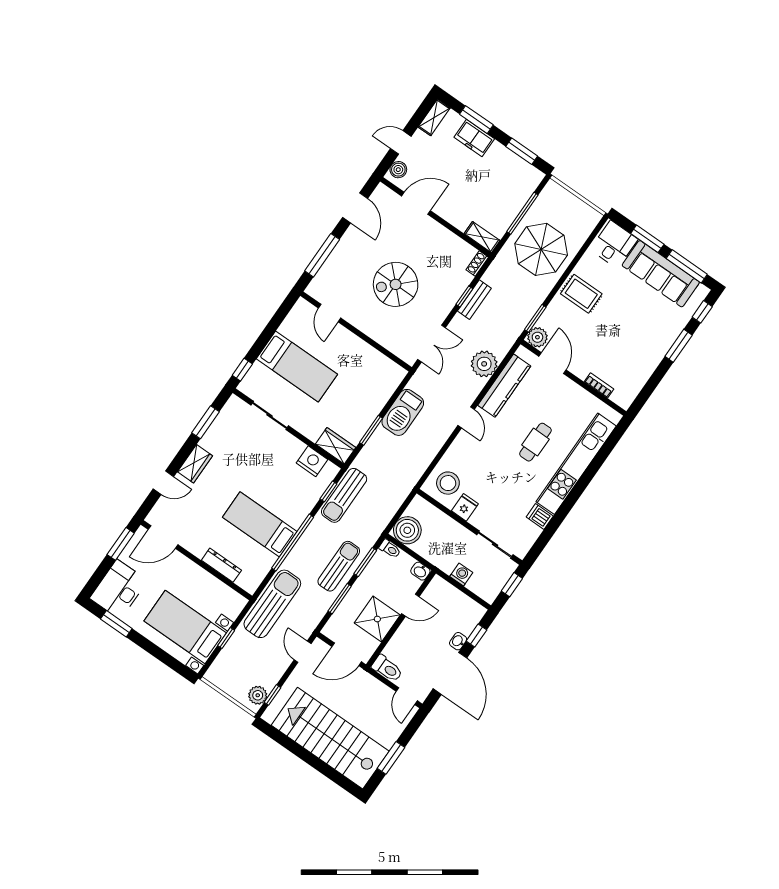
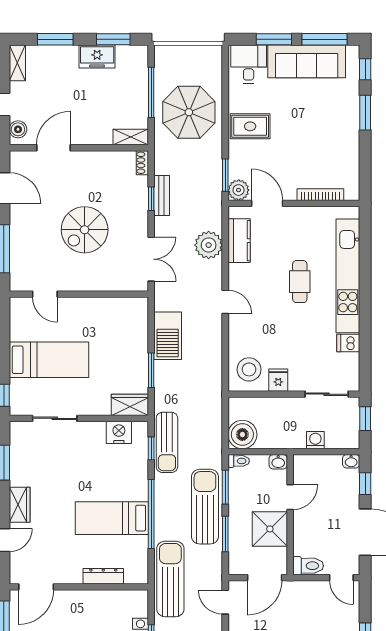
freezer: (474, 138) -> (97, 57), moved
bookcase: (599, 385) -> (320, 195), width x1.56
kitchen counter: (504, 386) -> (239, 241), width x0.67
sun lounger: (339, 566) -> (205, 507), width x1.36, depth x1.34
washbasin: (458, 641) -> (351, 461), moved, turned -90

